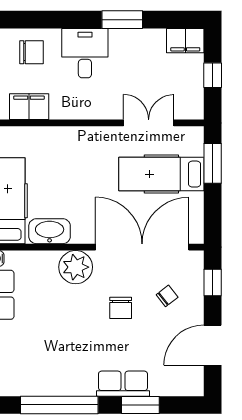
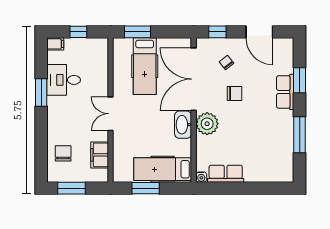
filing cabinet: (185, 41) -> (55, 44), width x0.50
desk: (85, 53) -> (64, 80), moved
double door: (149, 123) -> (110, 114), moved
washbasin: (50, 231) -> (183, 125), moved
window: (59, 405) -> (300, 135), width x0.68

